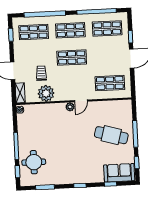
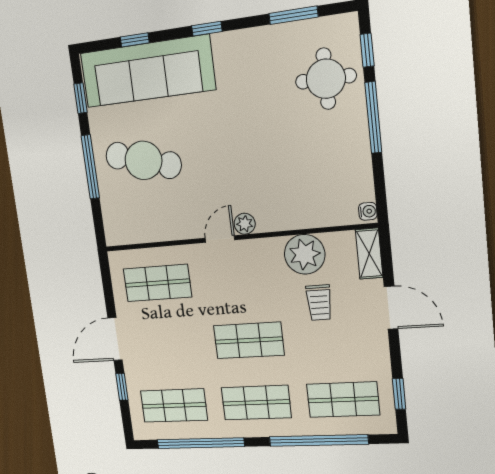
sofa: (119, 173) -> (147, 71), width x1.85, depth x1.27

